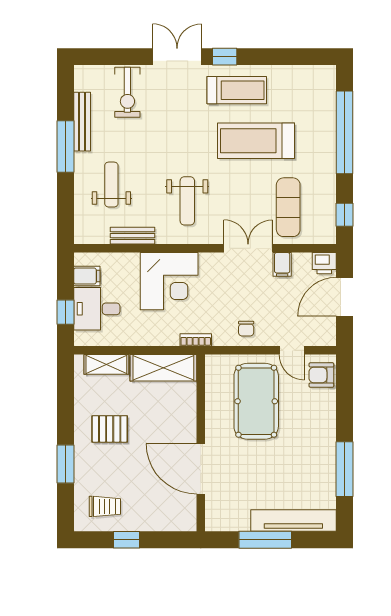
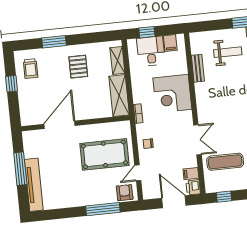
weight bench: (187, 201) -> (223, 100), removed
filing cabinet: (282, 264) -> (191, 174), moved
window: (344, 469) -> (103, 209), moved

